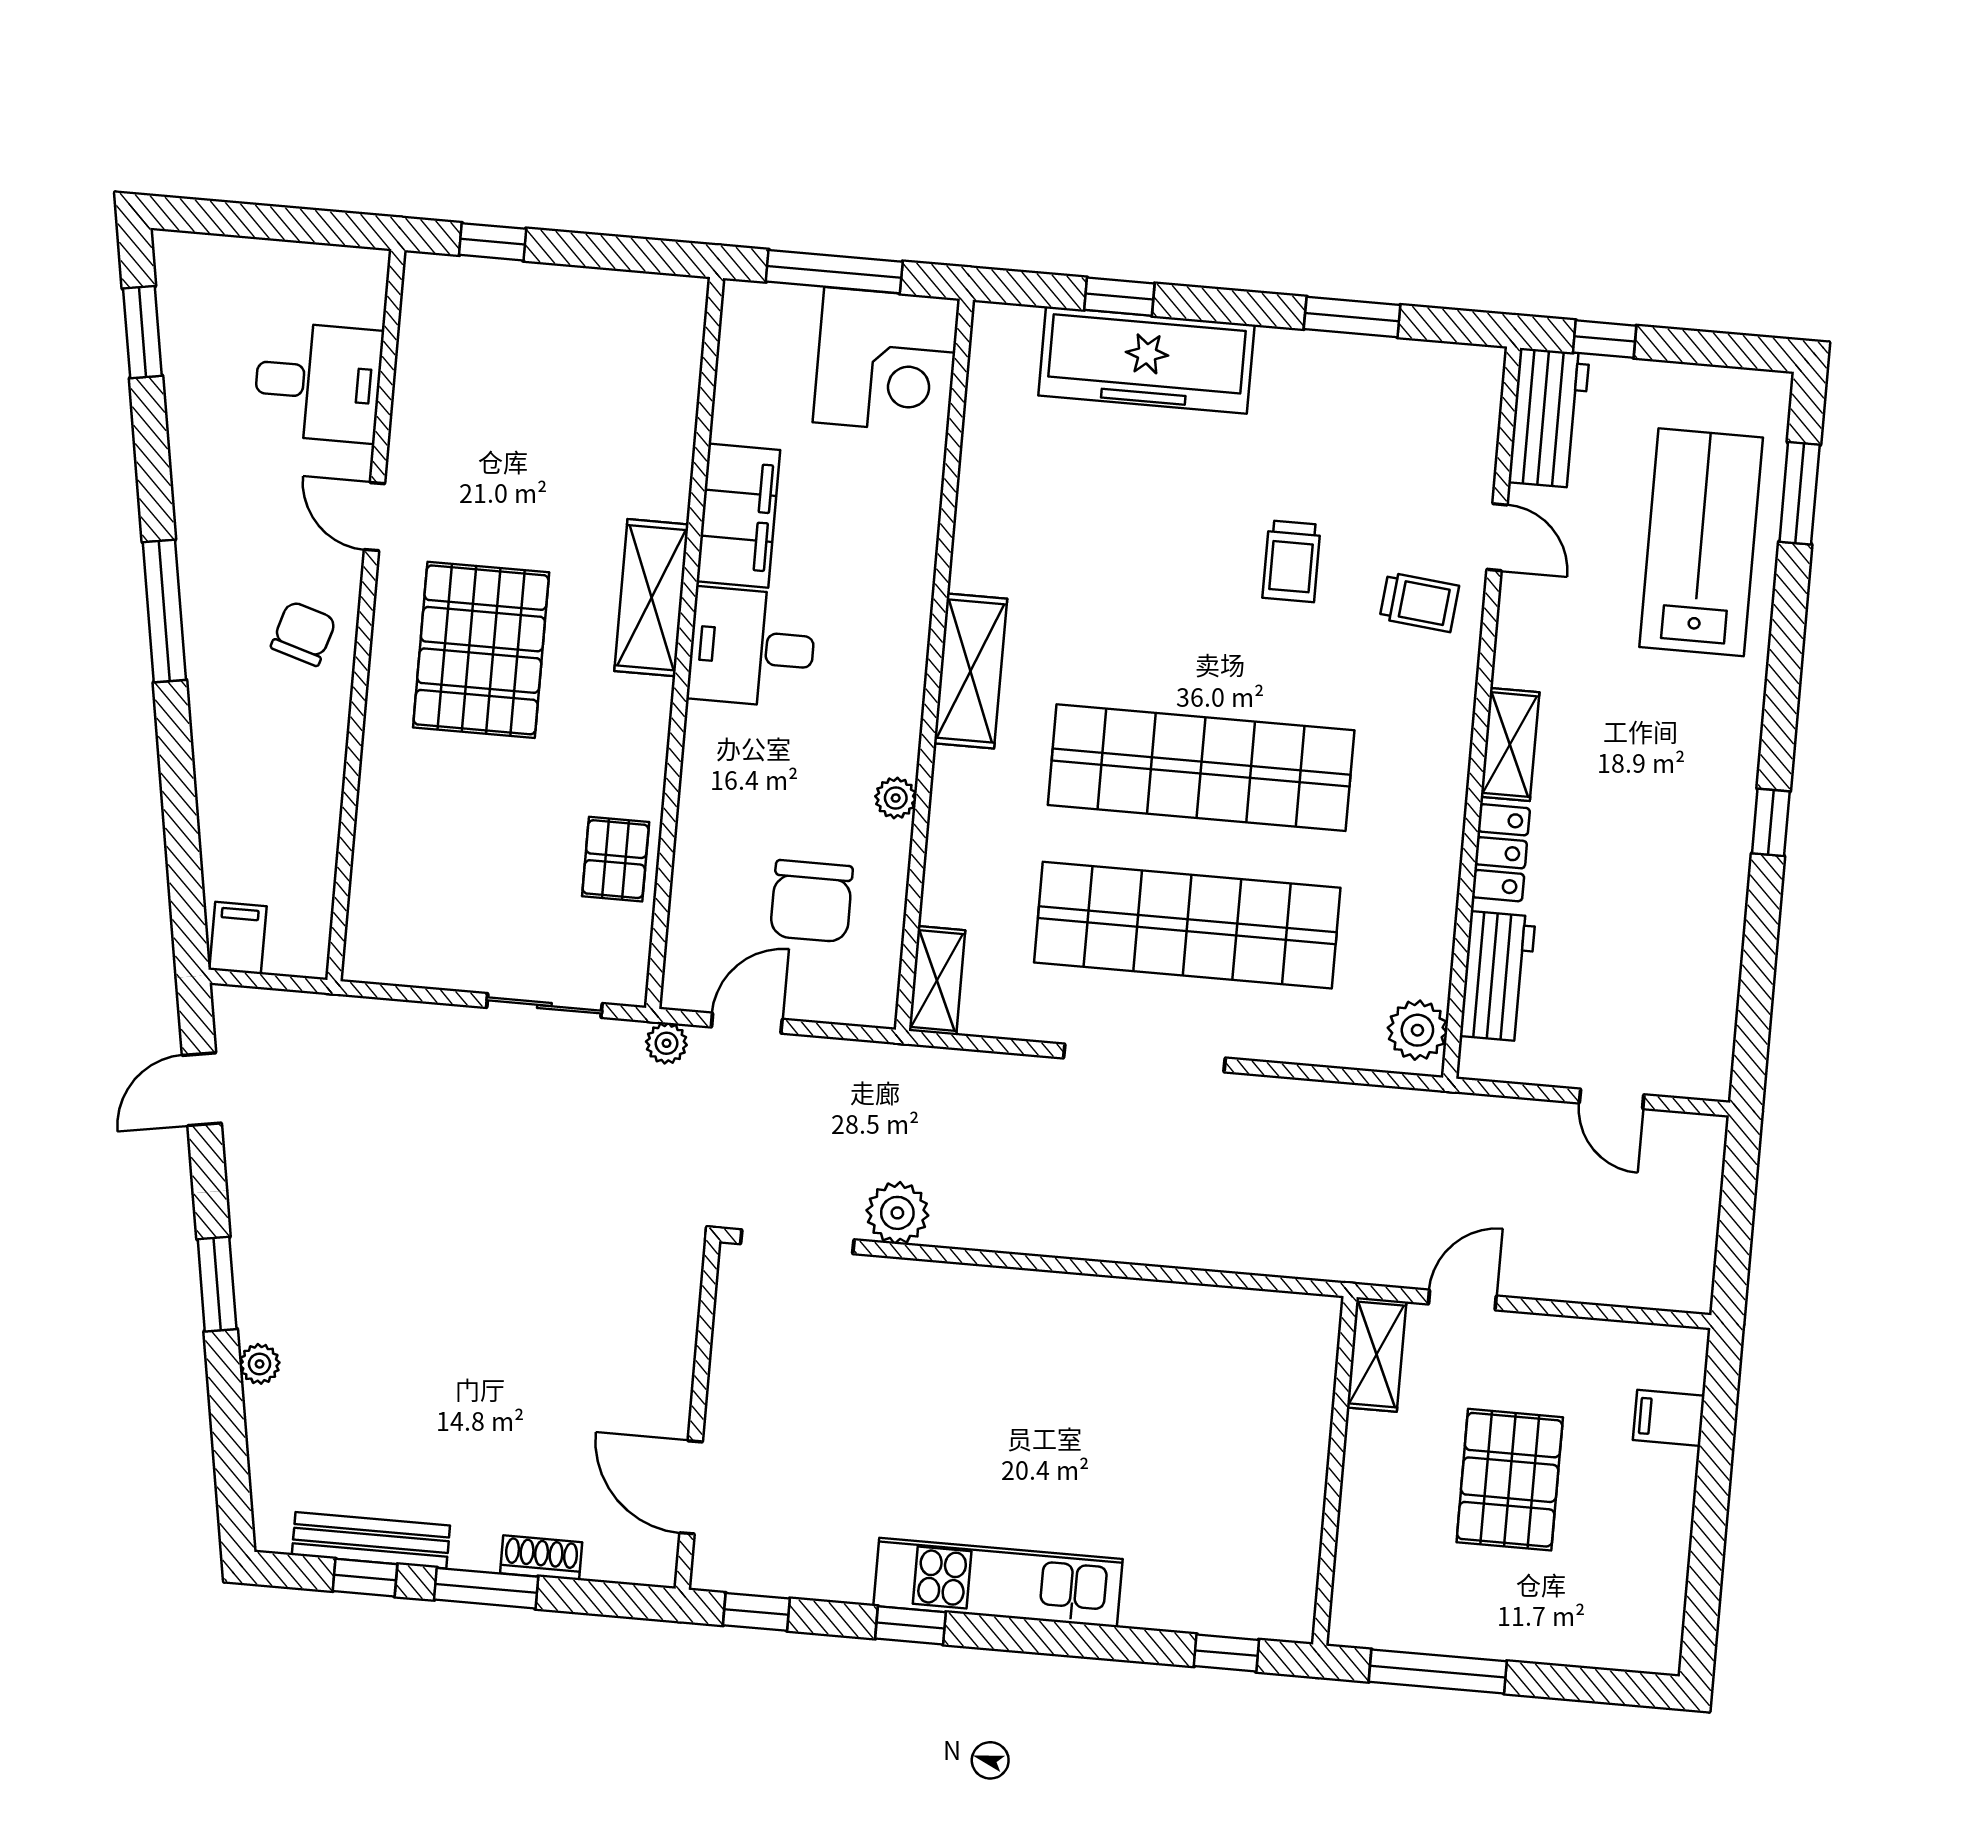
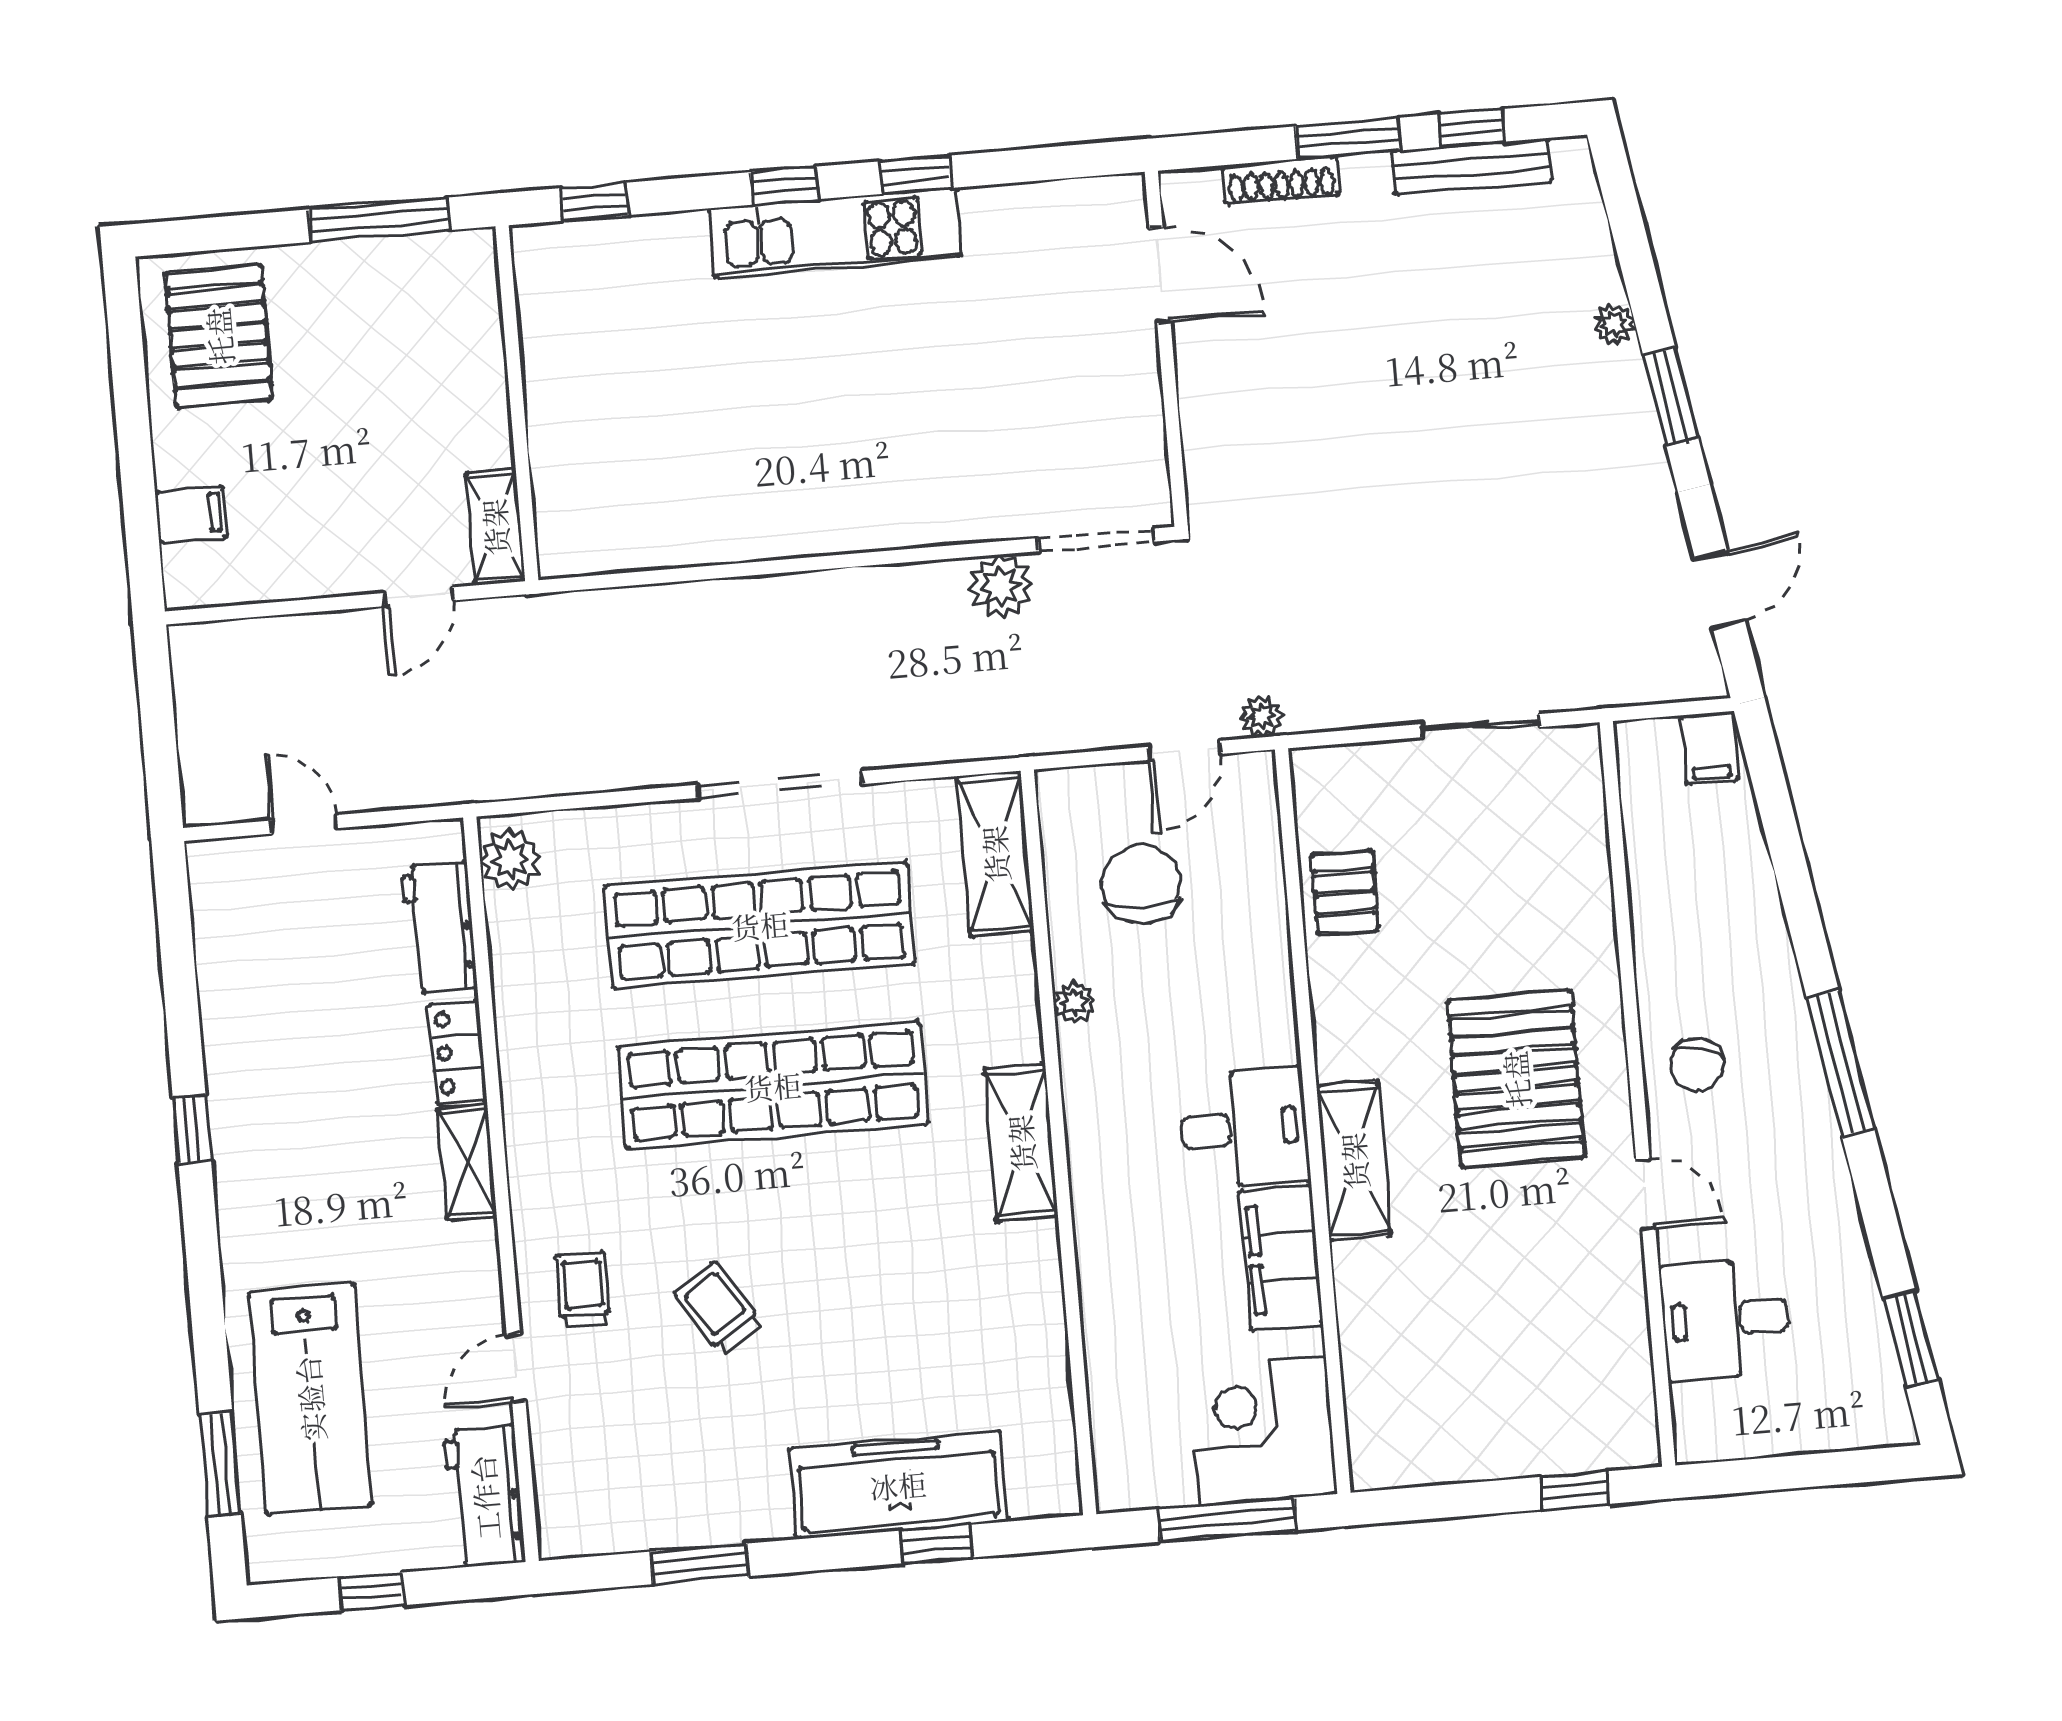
window: (1605, 339) -> (372, 1591), moved
corner desk: (886, 361) -> (1263, 1431), moved
door: (1497, 537) -> (516, 1368), hinge flipped
trolley: (1292, 561) -> (718, 1308), turned -33
trolley: (1419, 602) -> (583, 1289), turned 84
shelving: (937, 980) -> (995, 854), width x1.50, depth x1.33
sliding door: (544, 1005) -> (1481, 726), moved
pallet: (1510, 1480) -> (219, 336), moved
shoe rack: (541, 1558) -> (1281, 180), width x1.43
window: (756, 1612) -> (784, 186), moved

